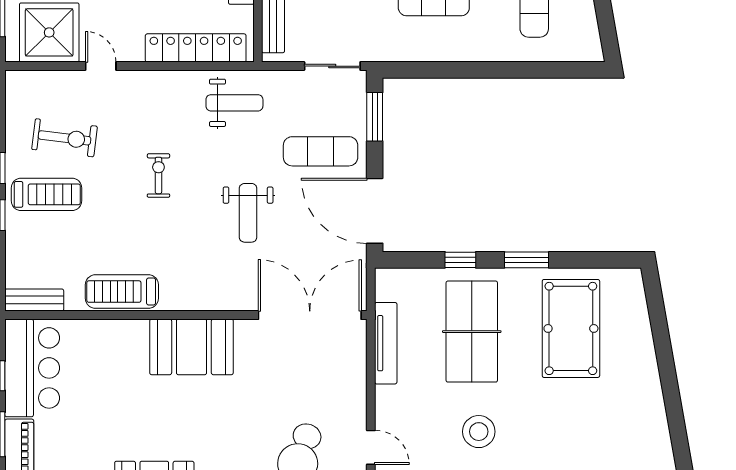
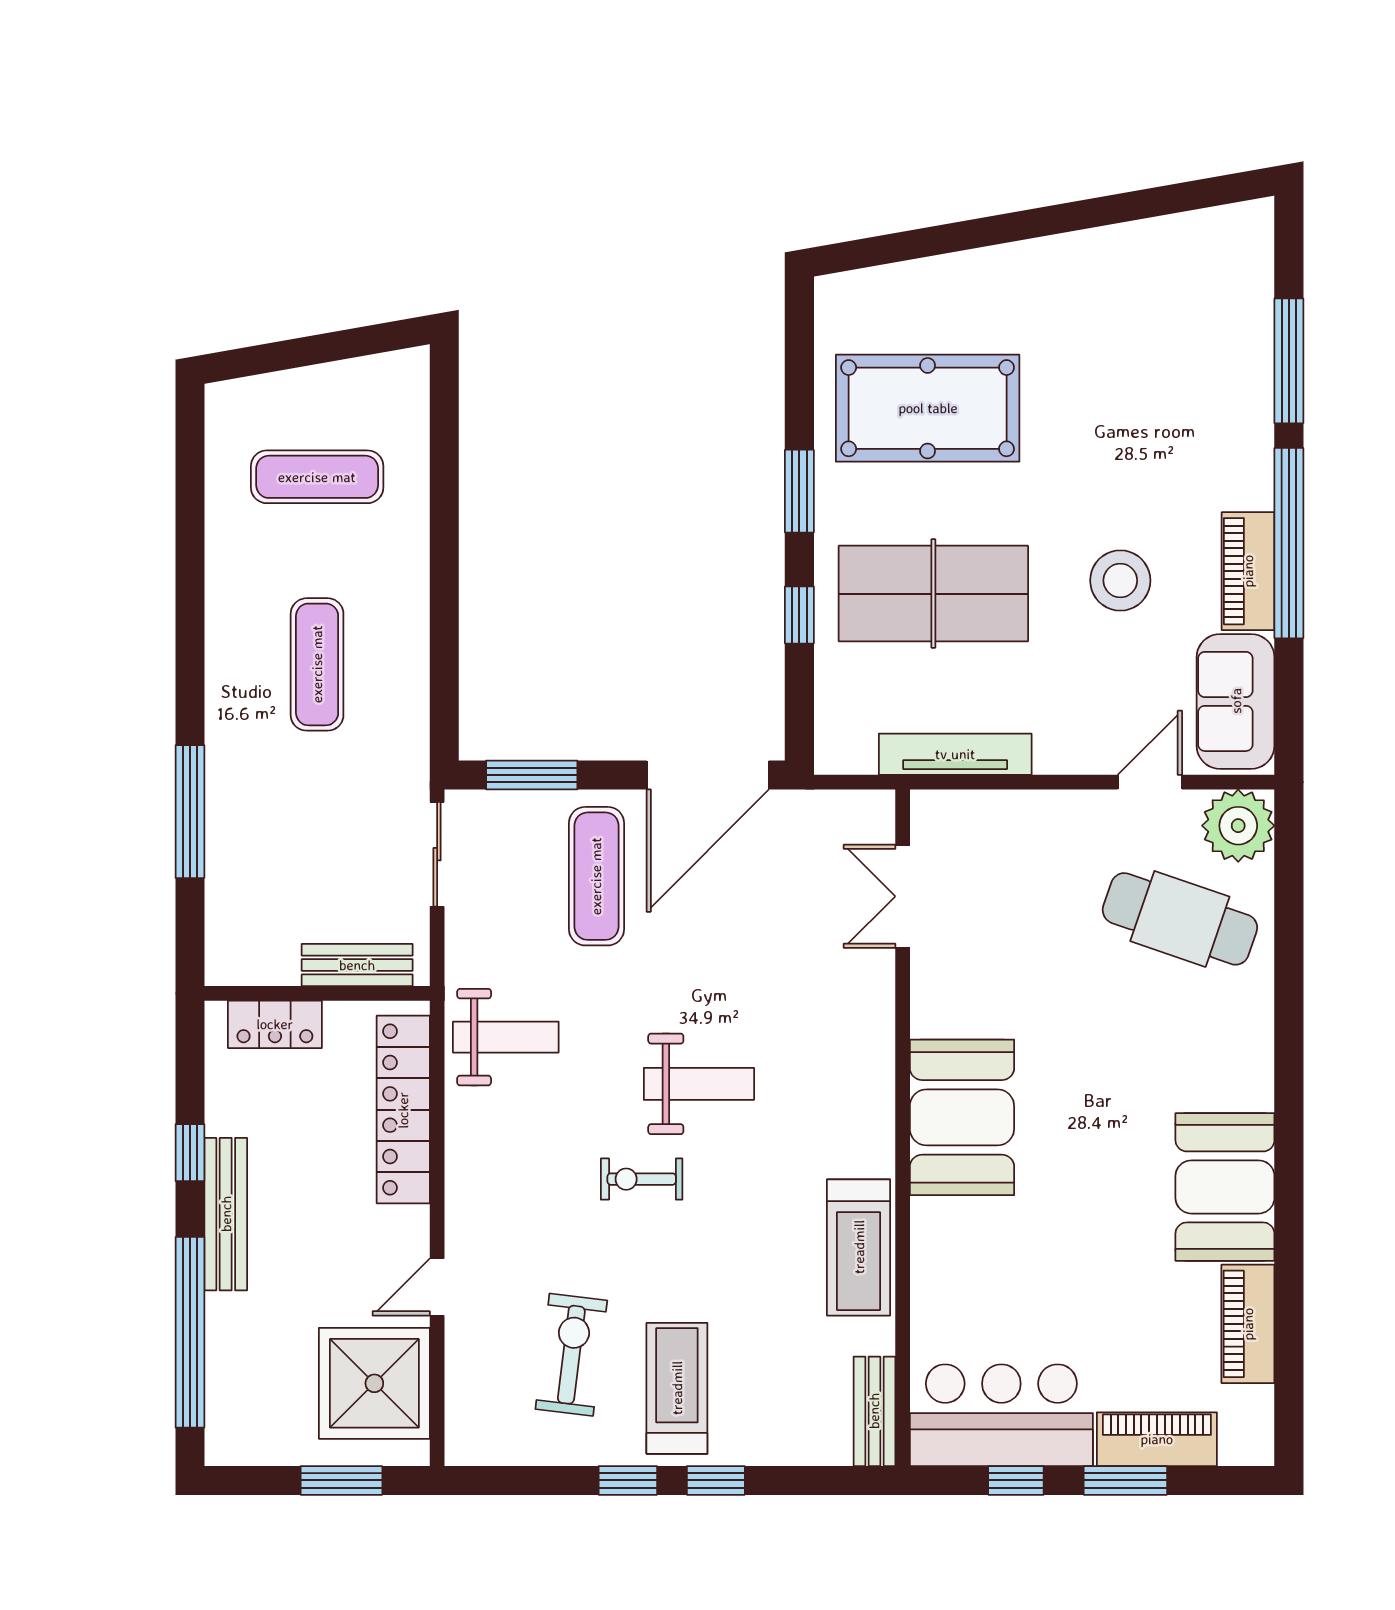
weight bench: (234, 103) -> (506, 1037), turned 90
weight bench: (248, 213) -> (699, 1084), moved
double door: (310, 315) -> (903, 896), width x0.54

